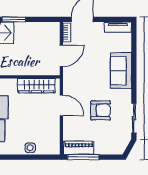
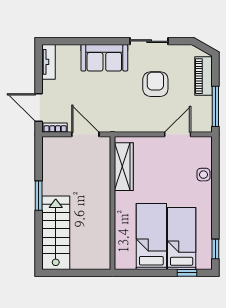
door: (61, 105) -> (178, 134), moved
sliding door: (134, 118) -> (149, 41), moved
piano: (79, 148) -> (204, 76), moved

